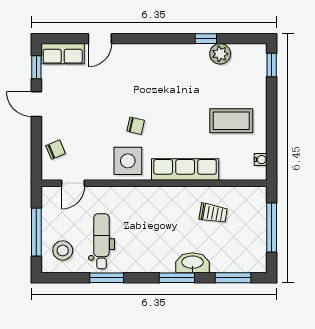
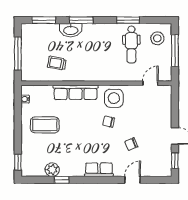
row of seats: (63, 54) -> (99, 170), moved
chair: (56, 150) -> (131, 144), moved

